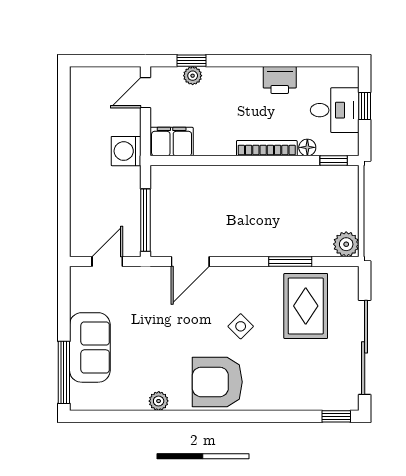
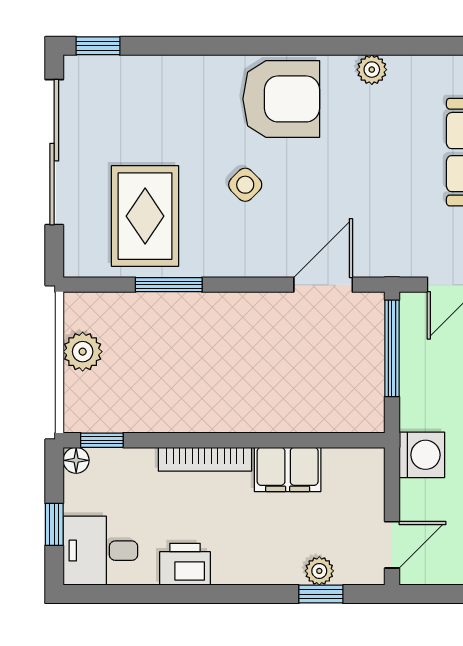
desk: (335, 110) -> (100, 551), moved
filing cabinet: (172, 142) -> (288, 469), moved
floor lamp: (307, 147) -> (76, 460), moved
plant: (346, 244) -> (83, 352), moved

